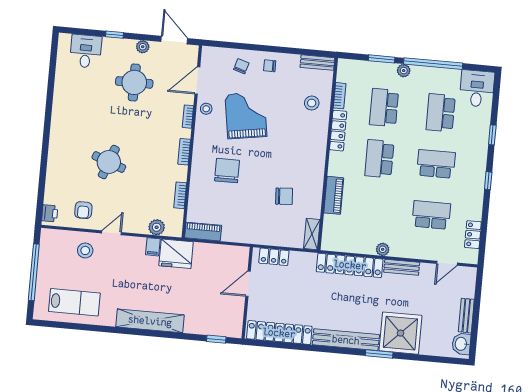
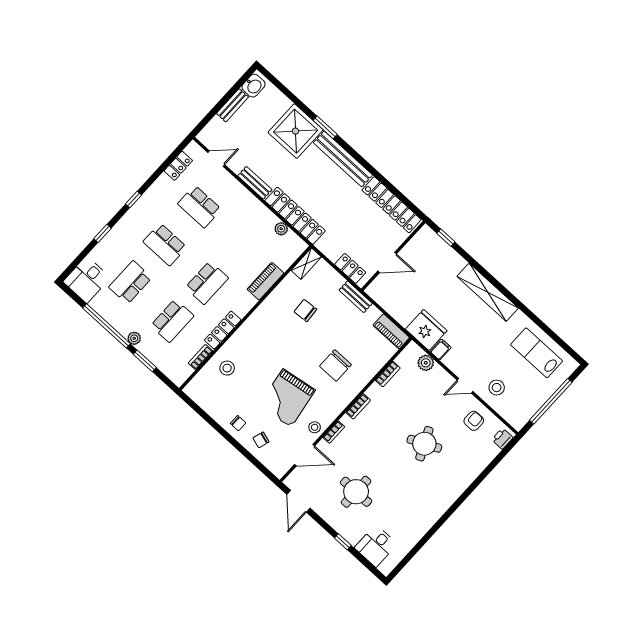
plant: (143, 47) -> (328, 515), removed
bench: (317, 63) -> (356, 297), moved
school desk: (441, 113) -> (130, 282), turned 180
round table: (109, 162) -> (424, 444), turned 45
plant: (383, 249) -> (281, 229), moved

